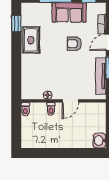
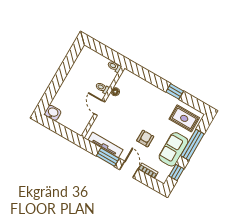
window: (16, 24) -> (175, 91), moved
rug: (31, 40) -> (184, 118), moved

